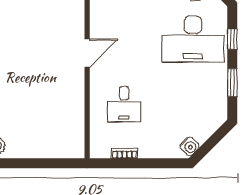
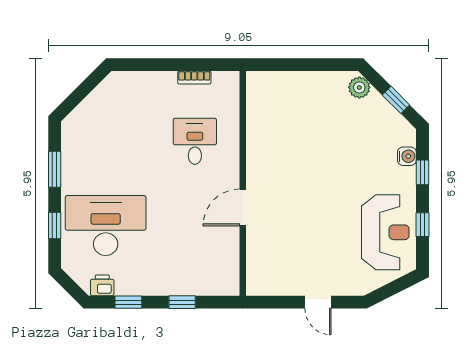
water cooler: (190, 146) -> (110, 87), removed

